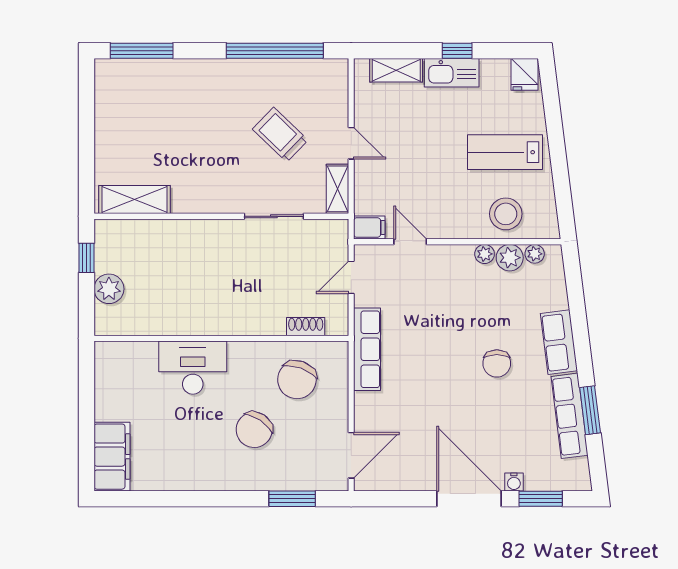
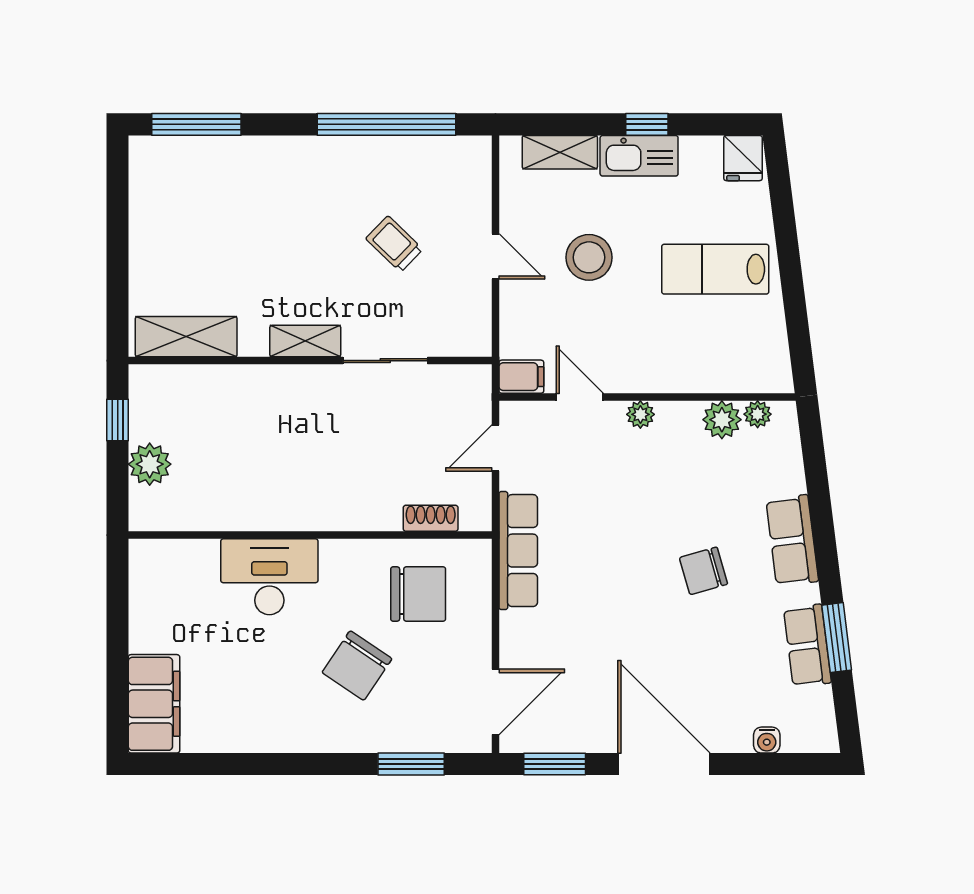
trolley: (280, 135) -> (394, 244), width x0.73, depth x0.72
shelving: (337, 189) -> (305, 341), moved, turned 90
stool: (506, 214) -> (589, 257), moved
plant: (485, 254) -> (640, 414), moved
chair: (497, 363) -> (703, 571), turned 74
chair: (297, 380) -> (418, 594), turned -110
row of seats: (570, 416) -> (807, 646), width x0.68
water cooler: (514, 482) -> (767, 740), moved
window: (541, 499) -> (555, 764), moved

